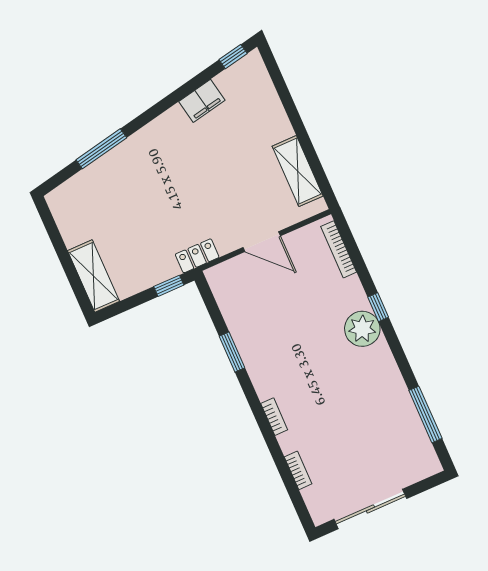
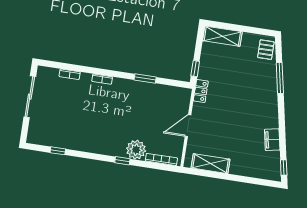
pallet: (72, 197) -> (266, 50), added
plant: (362, 329) -> (136, 150), moved
window: (425, 414) -> (58, 151), width x0.46

